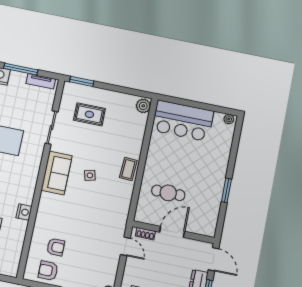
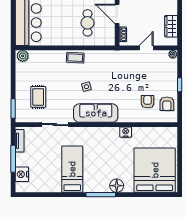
sofa: (57, 173) -> (96, 113), width x1.36
door: (125, 246) -> (146, 48), moved

